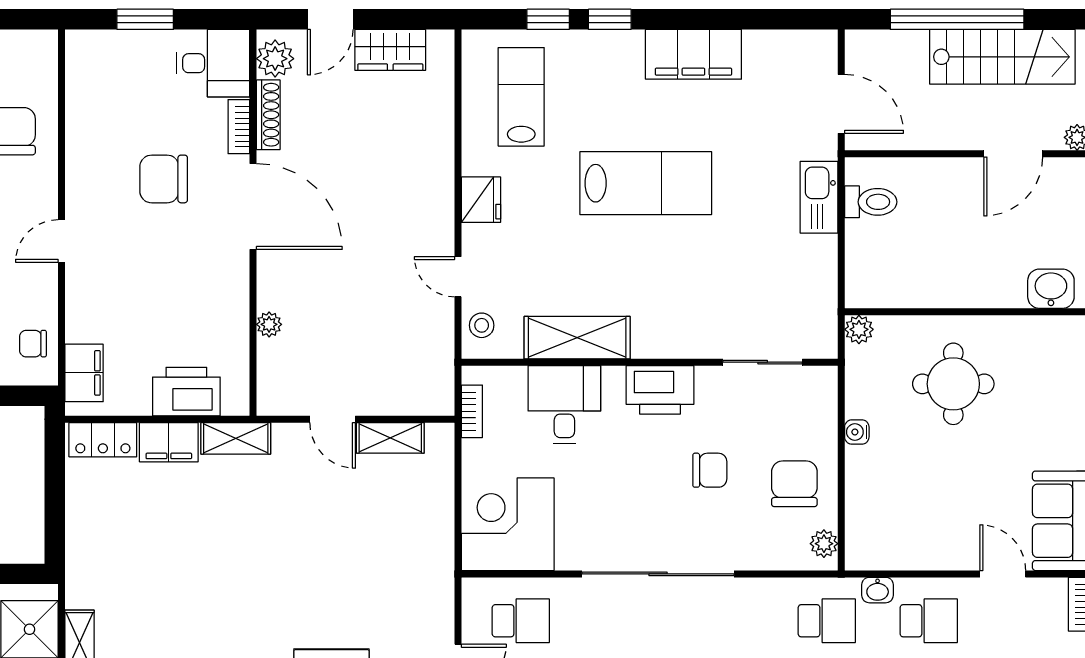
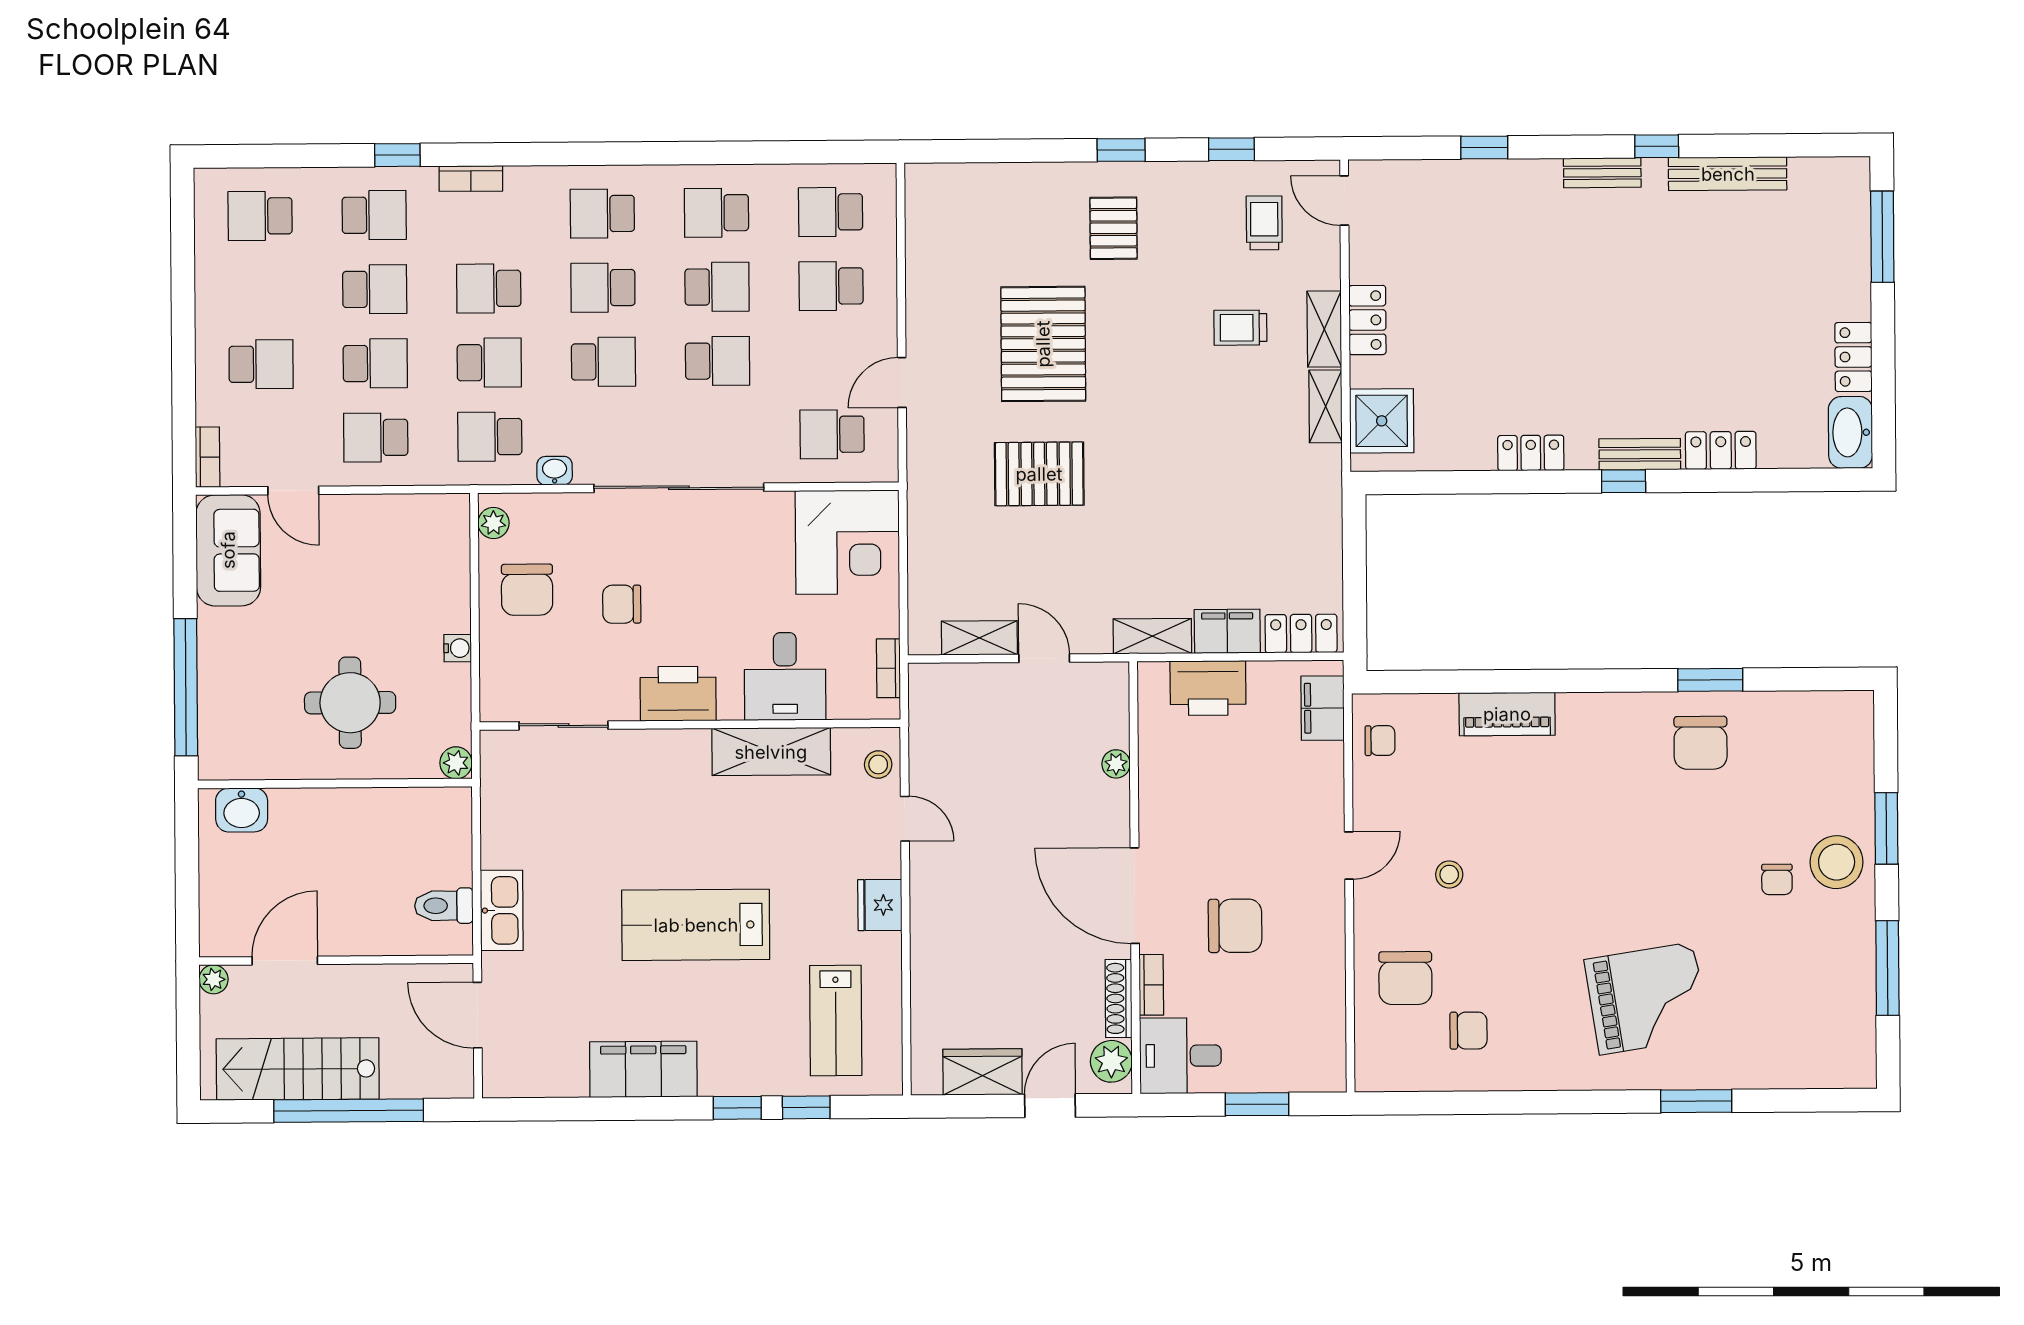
pallet: (336, 584) -> (1039, 474), added
washbasin: (878, 590) -> (555, 471), moved

